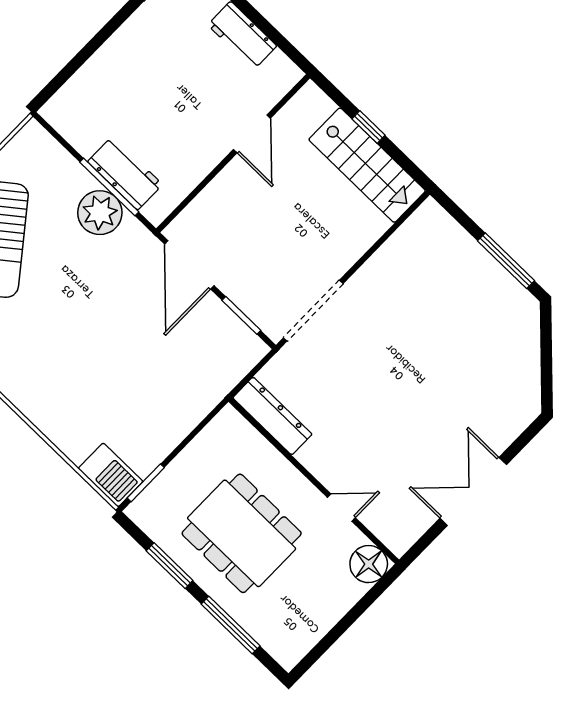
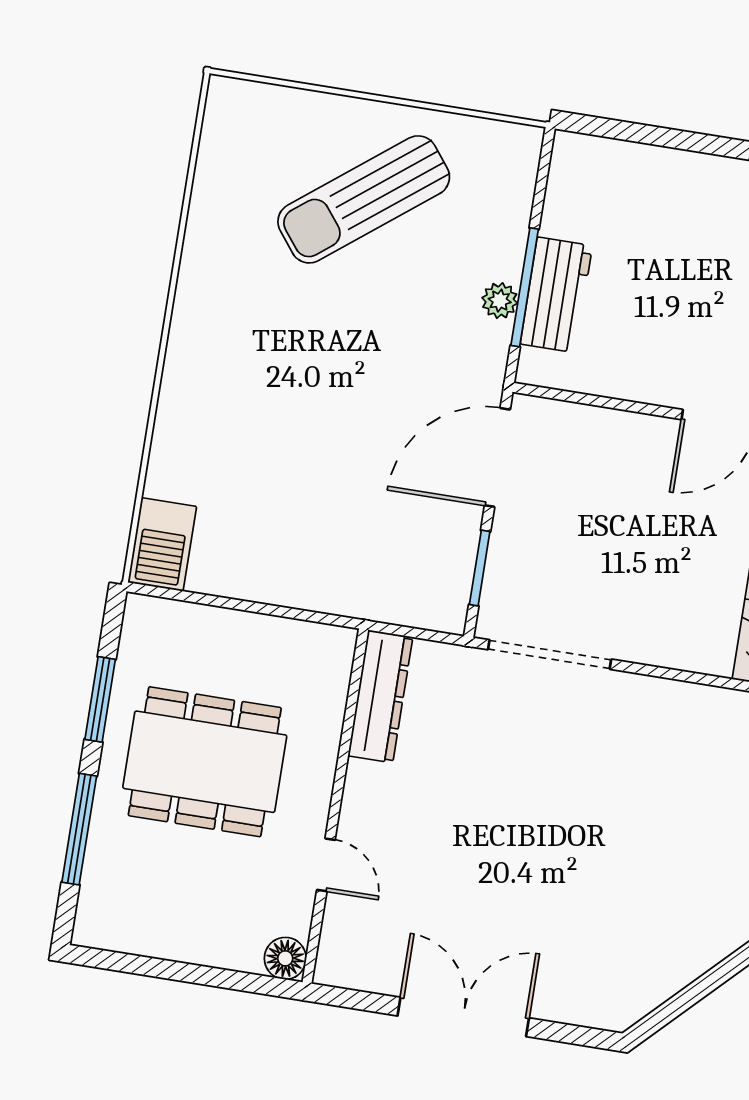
plant: (100, 213) -> (500, 301), width x0.53, depth x0.53
window: (146, 483) -> (184, 596), removed
dining table: (242, 533) -> (205, 762), turned 90
floor lamp: (369, 564) -> (285, 958), width x0.73, depth x0.73

